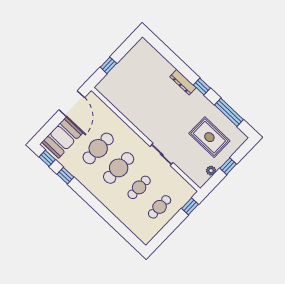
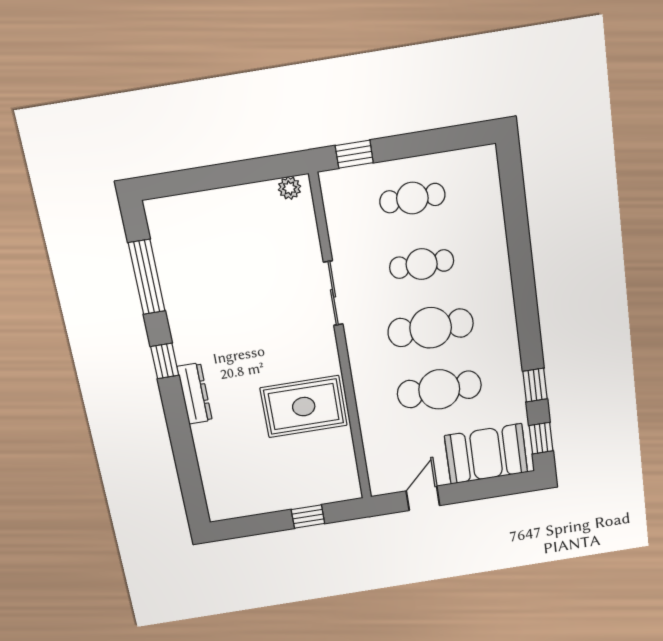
door: (72, 104) -> (423, 498), width x0.53
rug: (209, 137) -> (304, 407), moved, turned 90
window: (228, 166) -> (222, 176), removed
plant: (211, 171) -> (290, 188), moved

